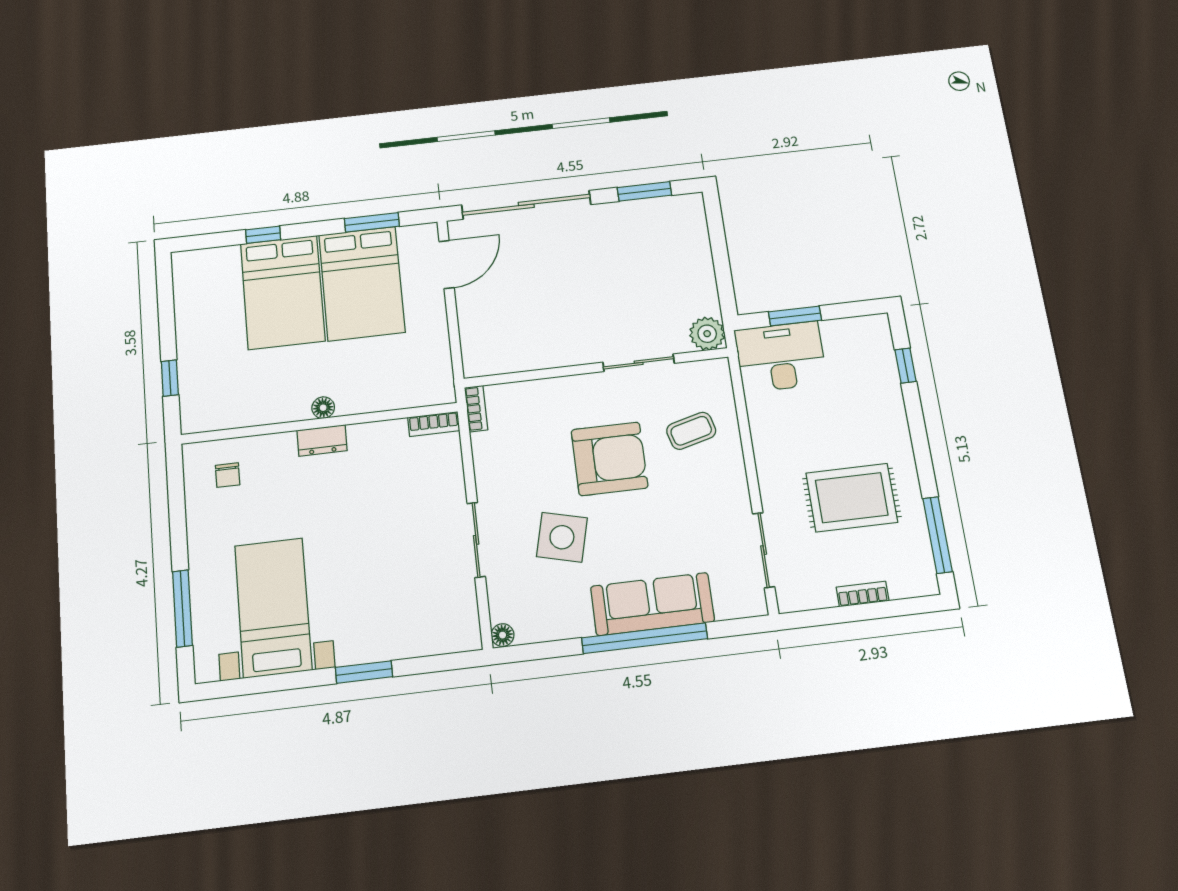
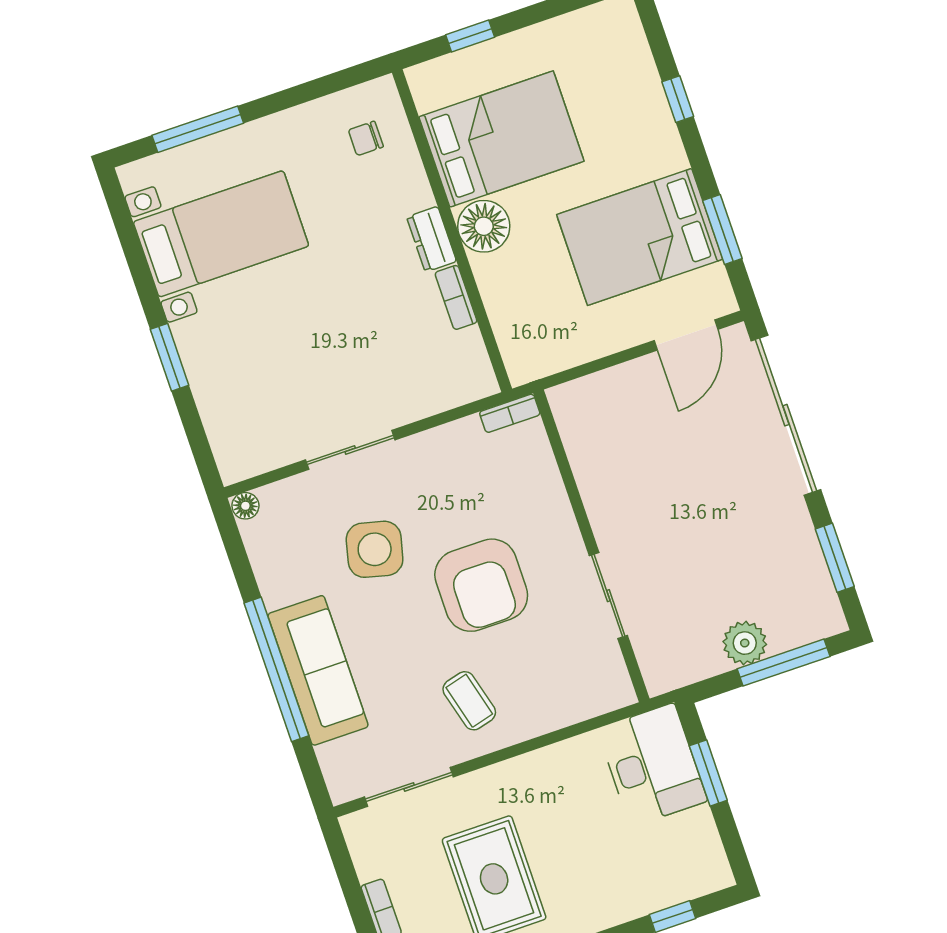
window: (718, 244) -> (784, 663), added
door: (447, 265) -> (686, 335), hinge flipped
bed: (283, 292) -> (501, 139), moved, turned 180
plant: (707, 334) -> (745, 643), moved
floor lamp: (323, 408) -> (484, 226), width x1.89, depth x1.89
bookcase: (434, 424) -> (456, 297), moved
coffee table: (691, 431) -> (469, 701), moved

